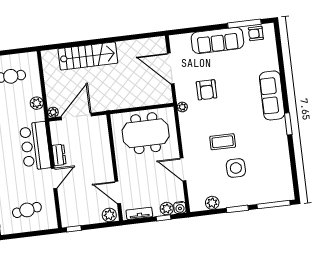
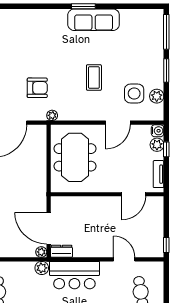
sofa: (272, 95) -> (94, 20), moved
plant: (37, 103) -> (42, 268), moved
dresser: (59, 155) -> (61, 251), moved
side table: (236, 168) -> (134, 93), moved
door: (54, 178) -> (124, 259), moved
plant: (109, 215) -> (156, 206), removed

